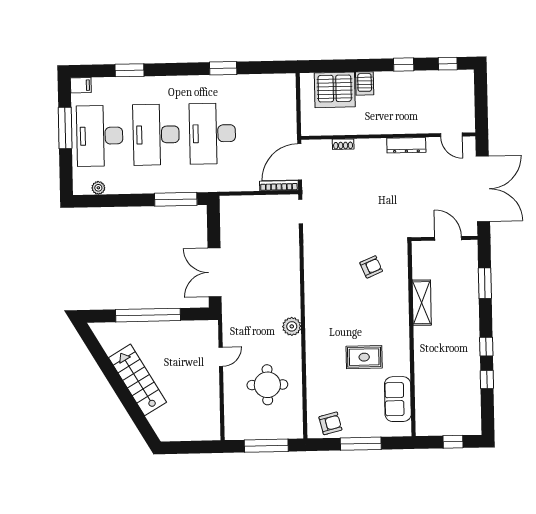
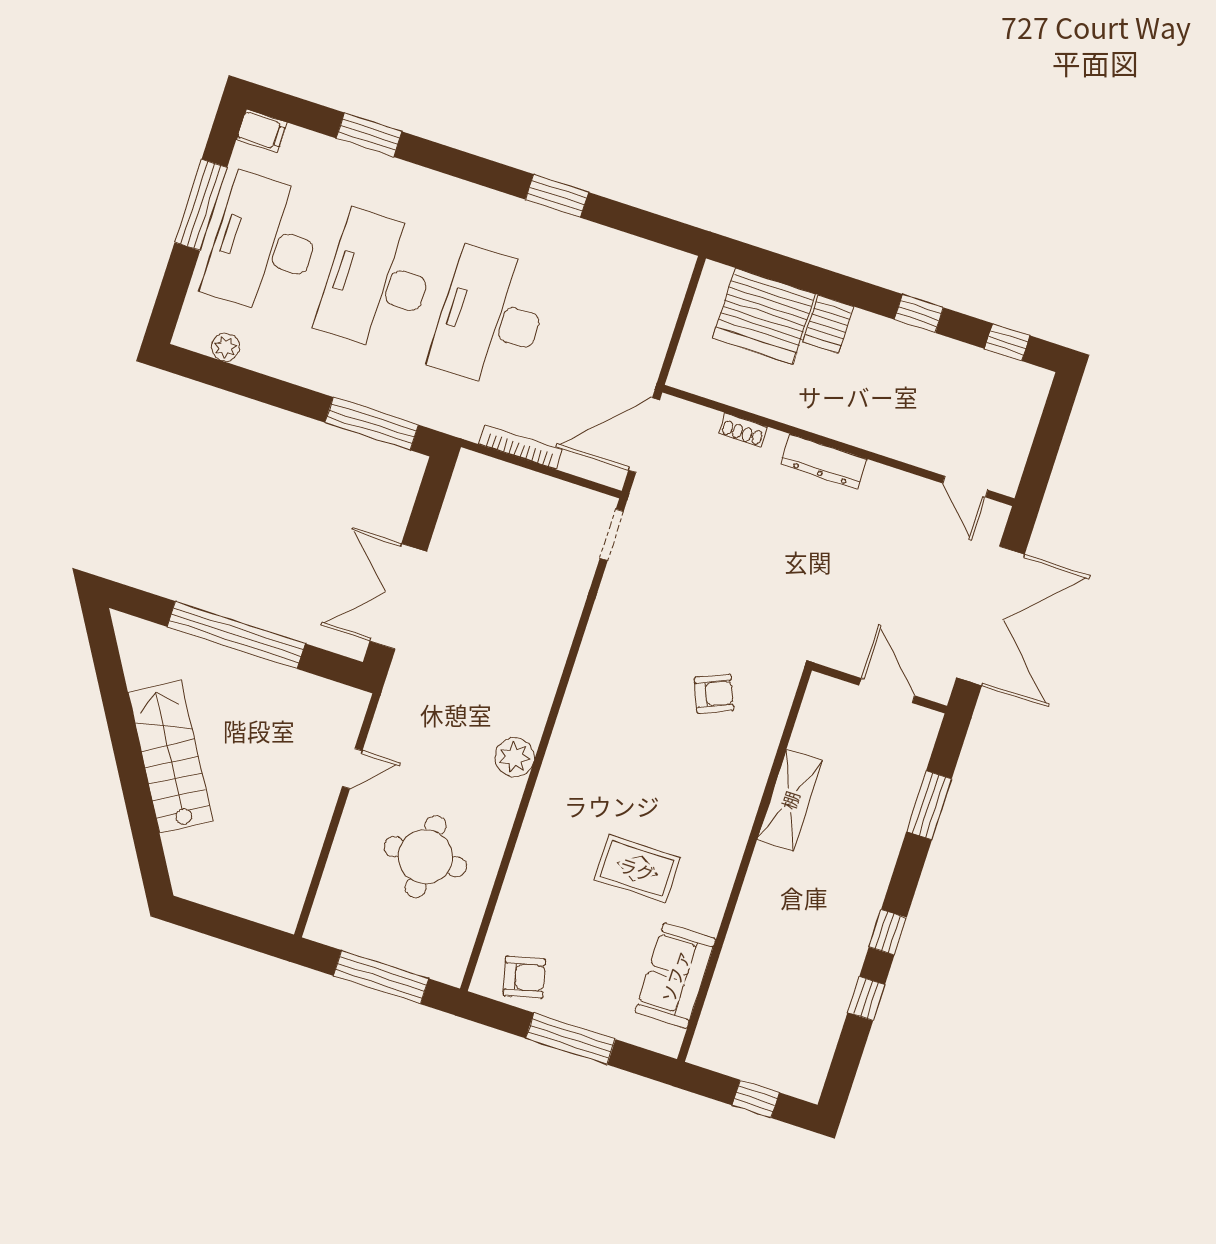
dresser: (406, 145) -> (824, 462), moved
bookcase: (279, 186) -> (521, 447), moved

